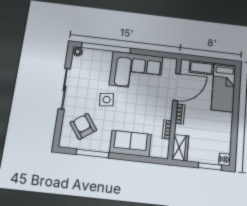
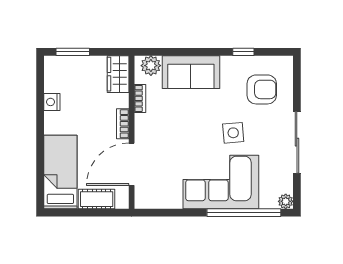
corner sofa: (136, 71) -> (221, 182), moved
armchair: (83, 126) -> (262, 89), turned -55
plant: (157, 151) -> (151, 66), added
window: (92, 154) -> (243, 52), width x0.46
nightstand: (225, 159) -> (52, 102), moved

